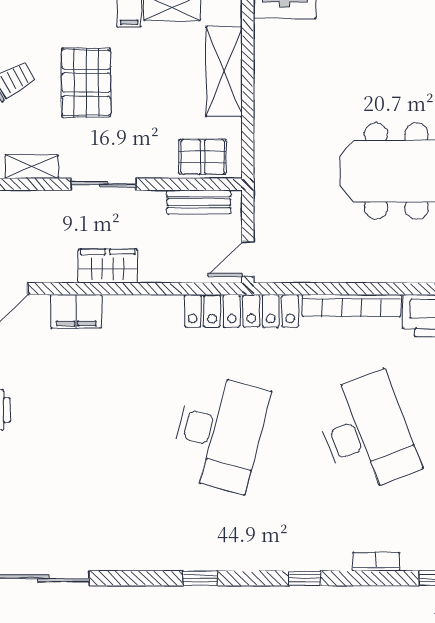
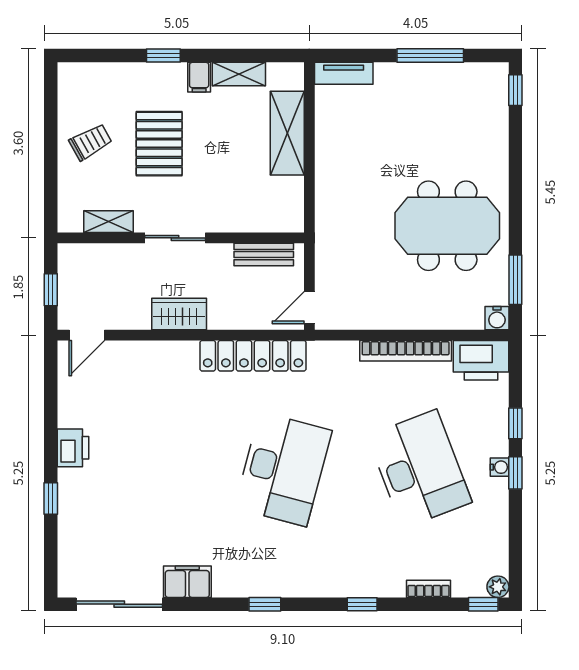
pallet: (203, 157) -> (267, 213), removed
filing cabinet: (76, 311) -> (187, 582), moved, turned 180
locker: (241, 311) -> (253, 356), moved

